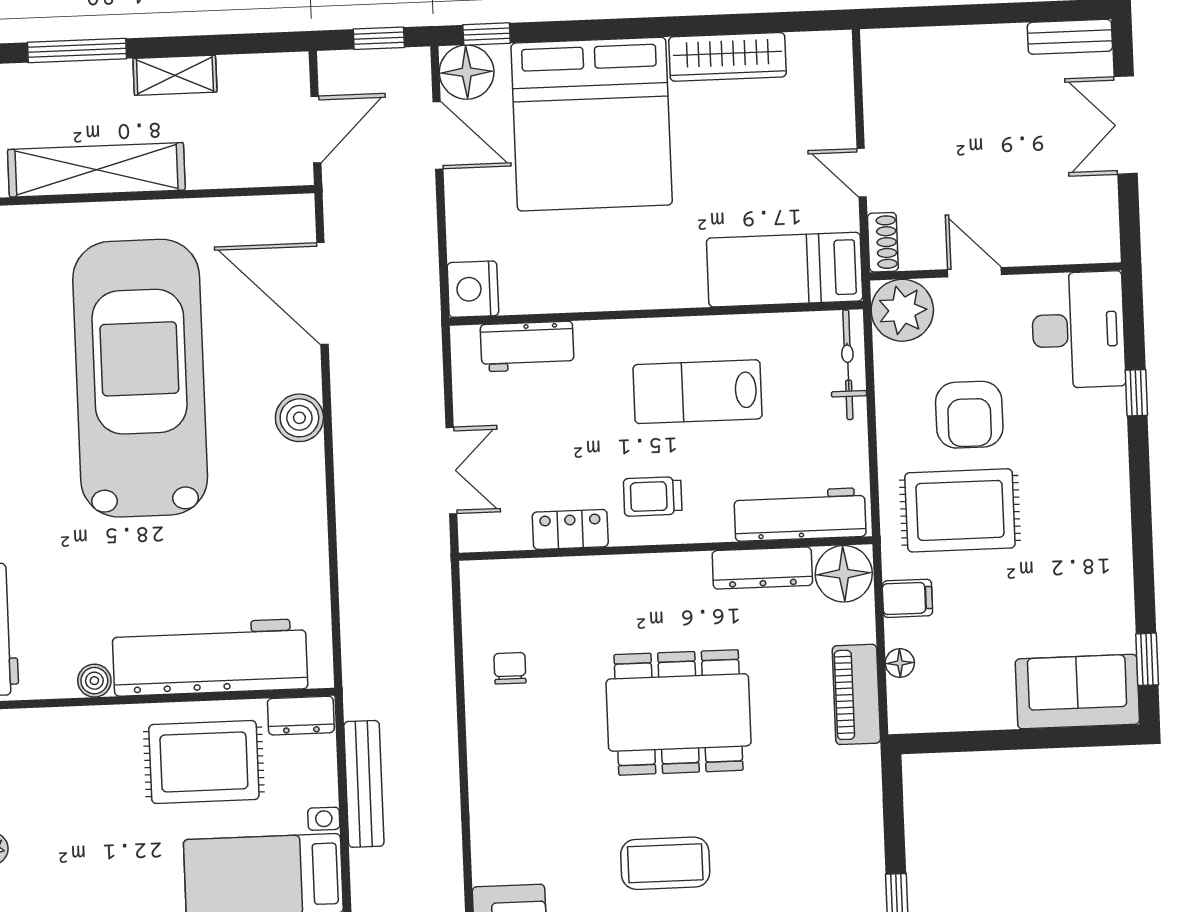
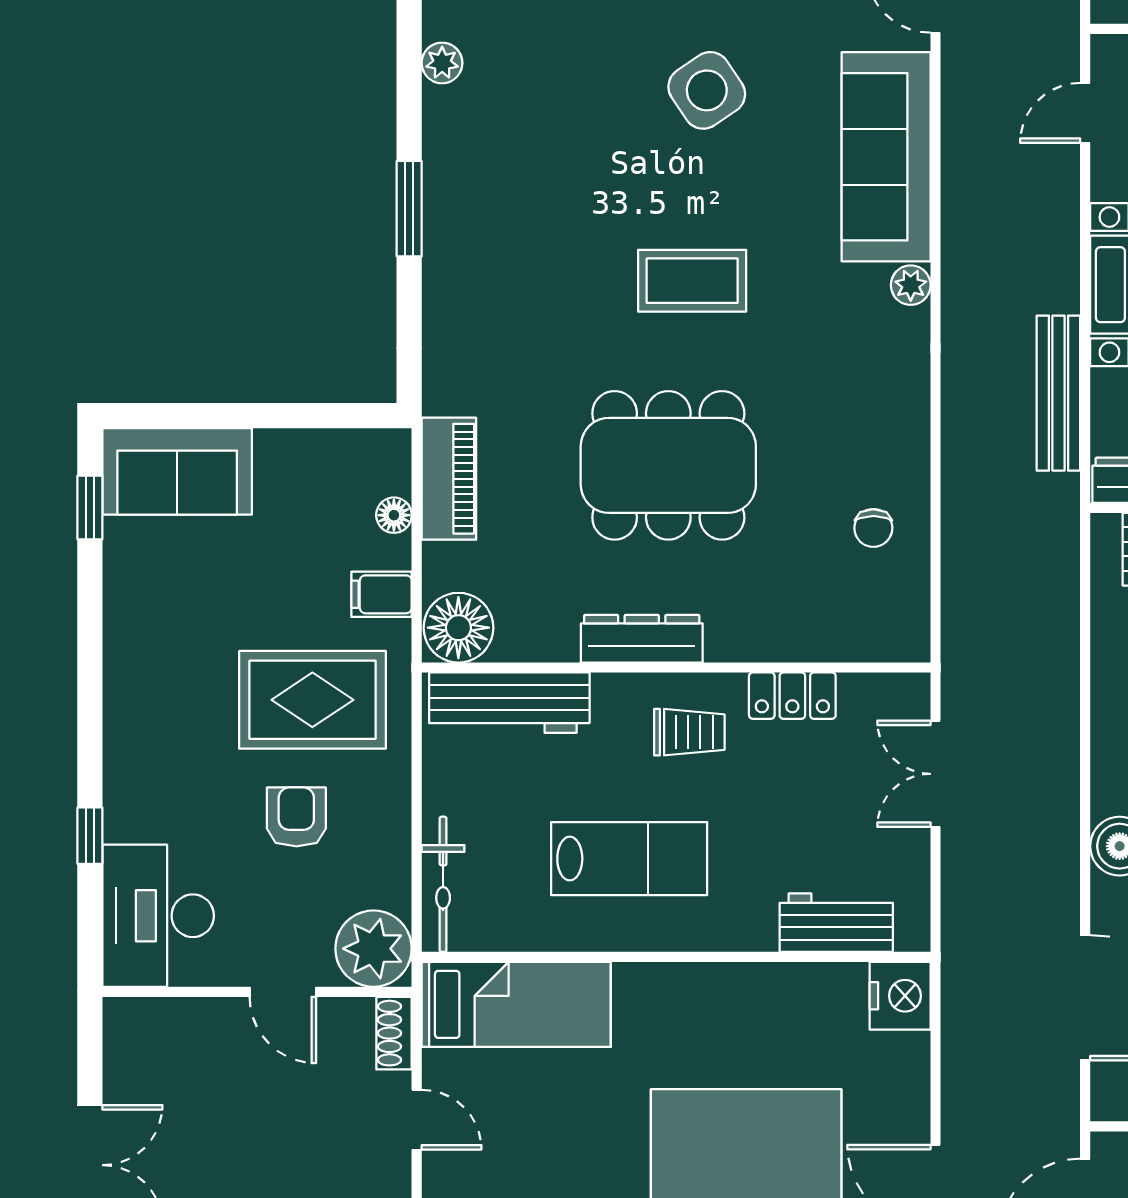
armchair: (969, 415) -> (296, 817), width x0.72, depth x0.72
dresser: (762, 568) -> (642, 639), moved
plant: (487, 867) -> (911, 285), added

